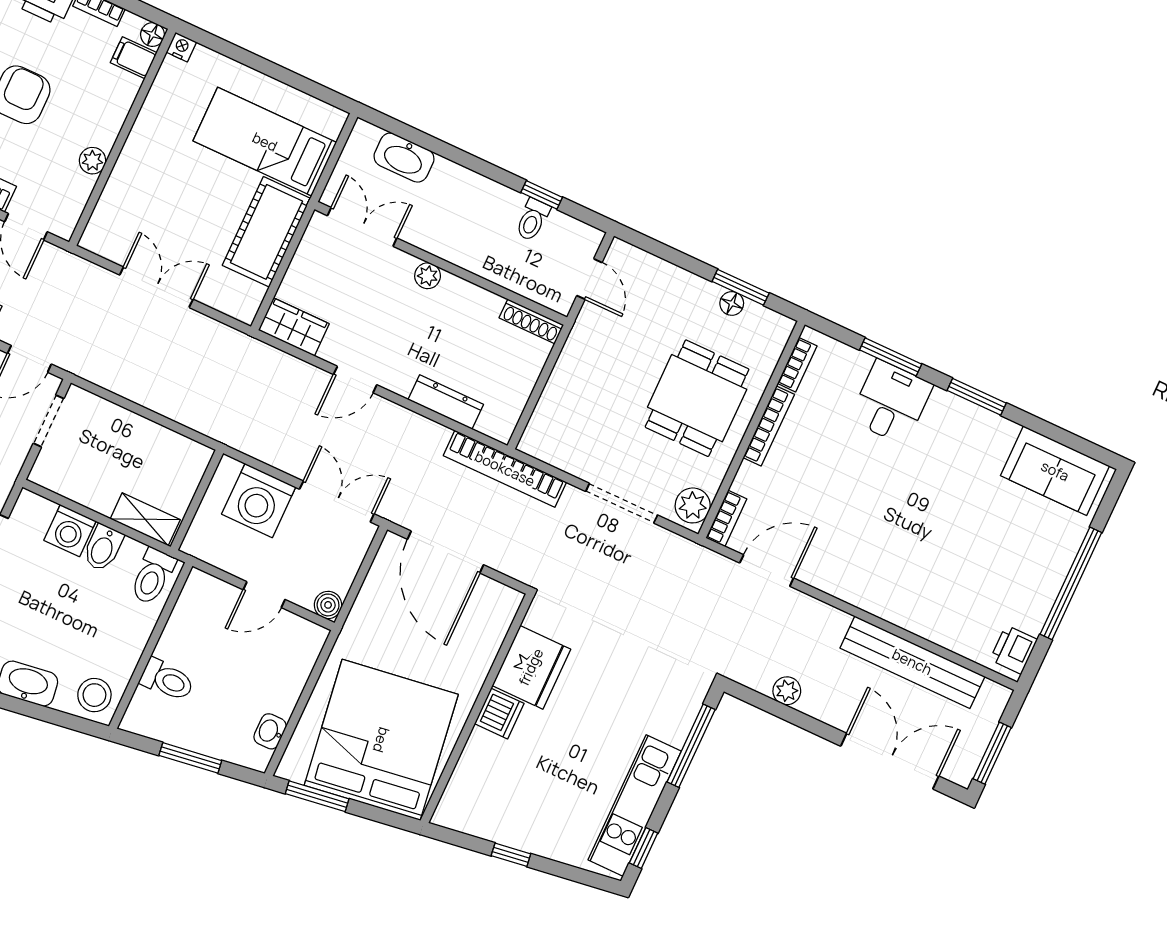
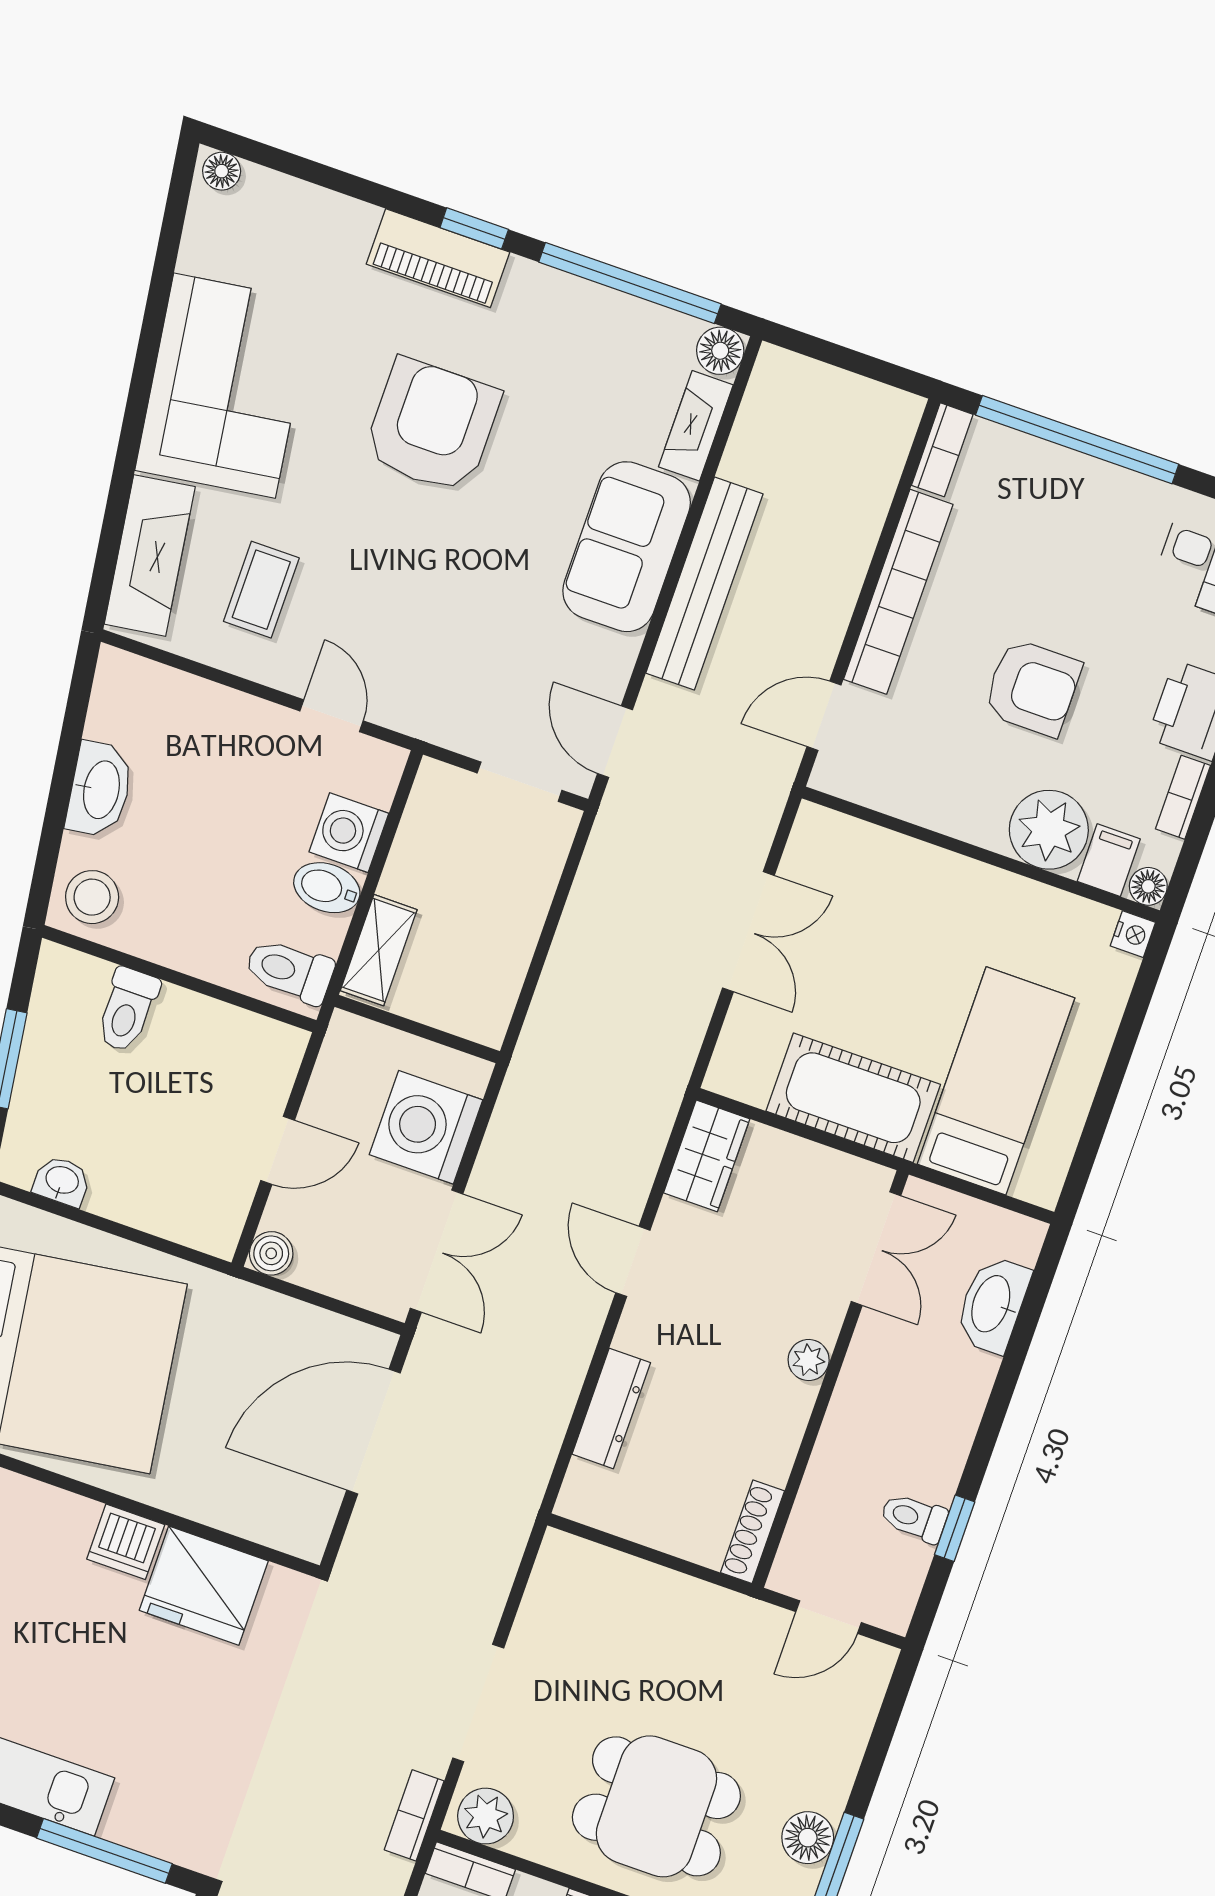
plant: (92, 161) -> (1049, 830), moved, width x1.88, depth x1.88
floor lamp: (732, 303) -> (808, 1838), width x1.37, depth x1.37
bookcase: (505, 469) -> (414, 1815), moved, width x0.43, depth x0.76
door: (264, 595) -> (278, 1150), swing flipped

